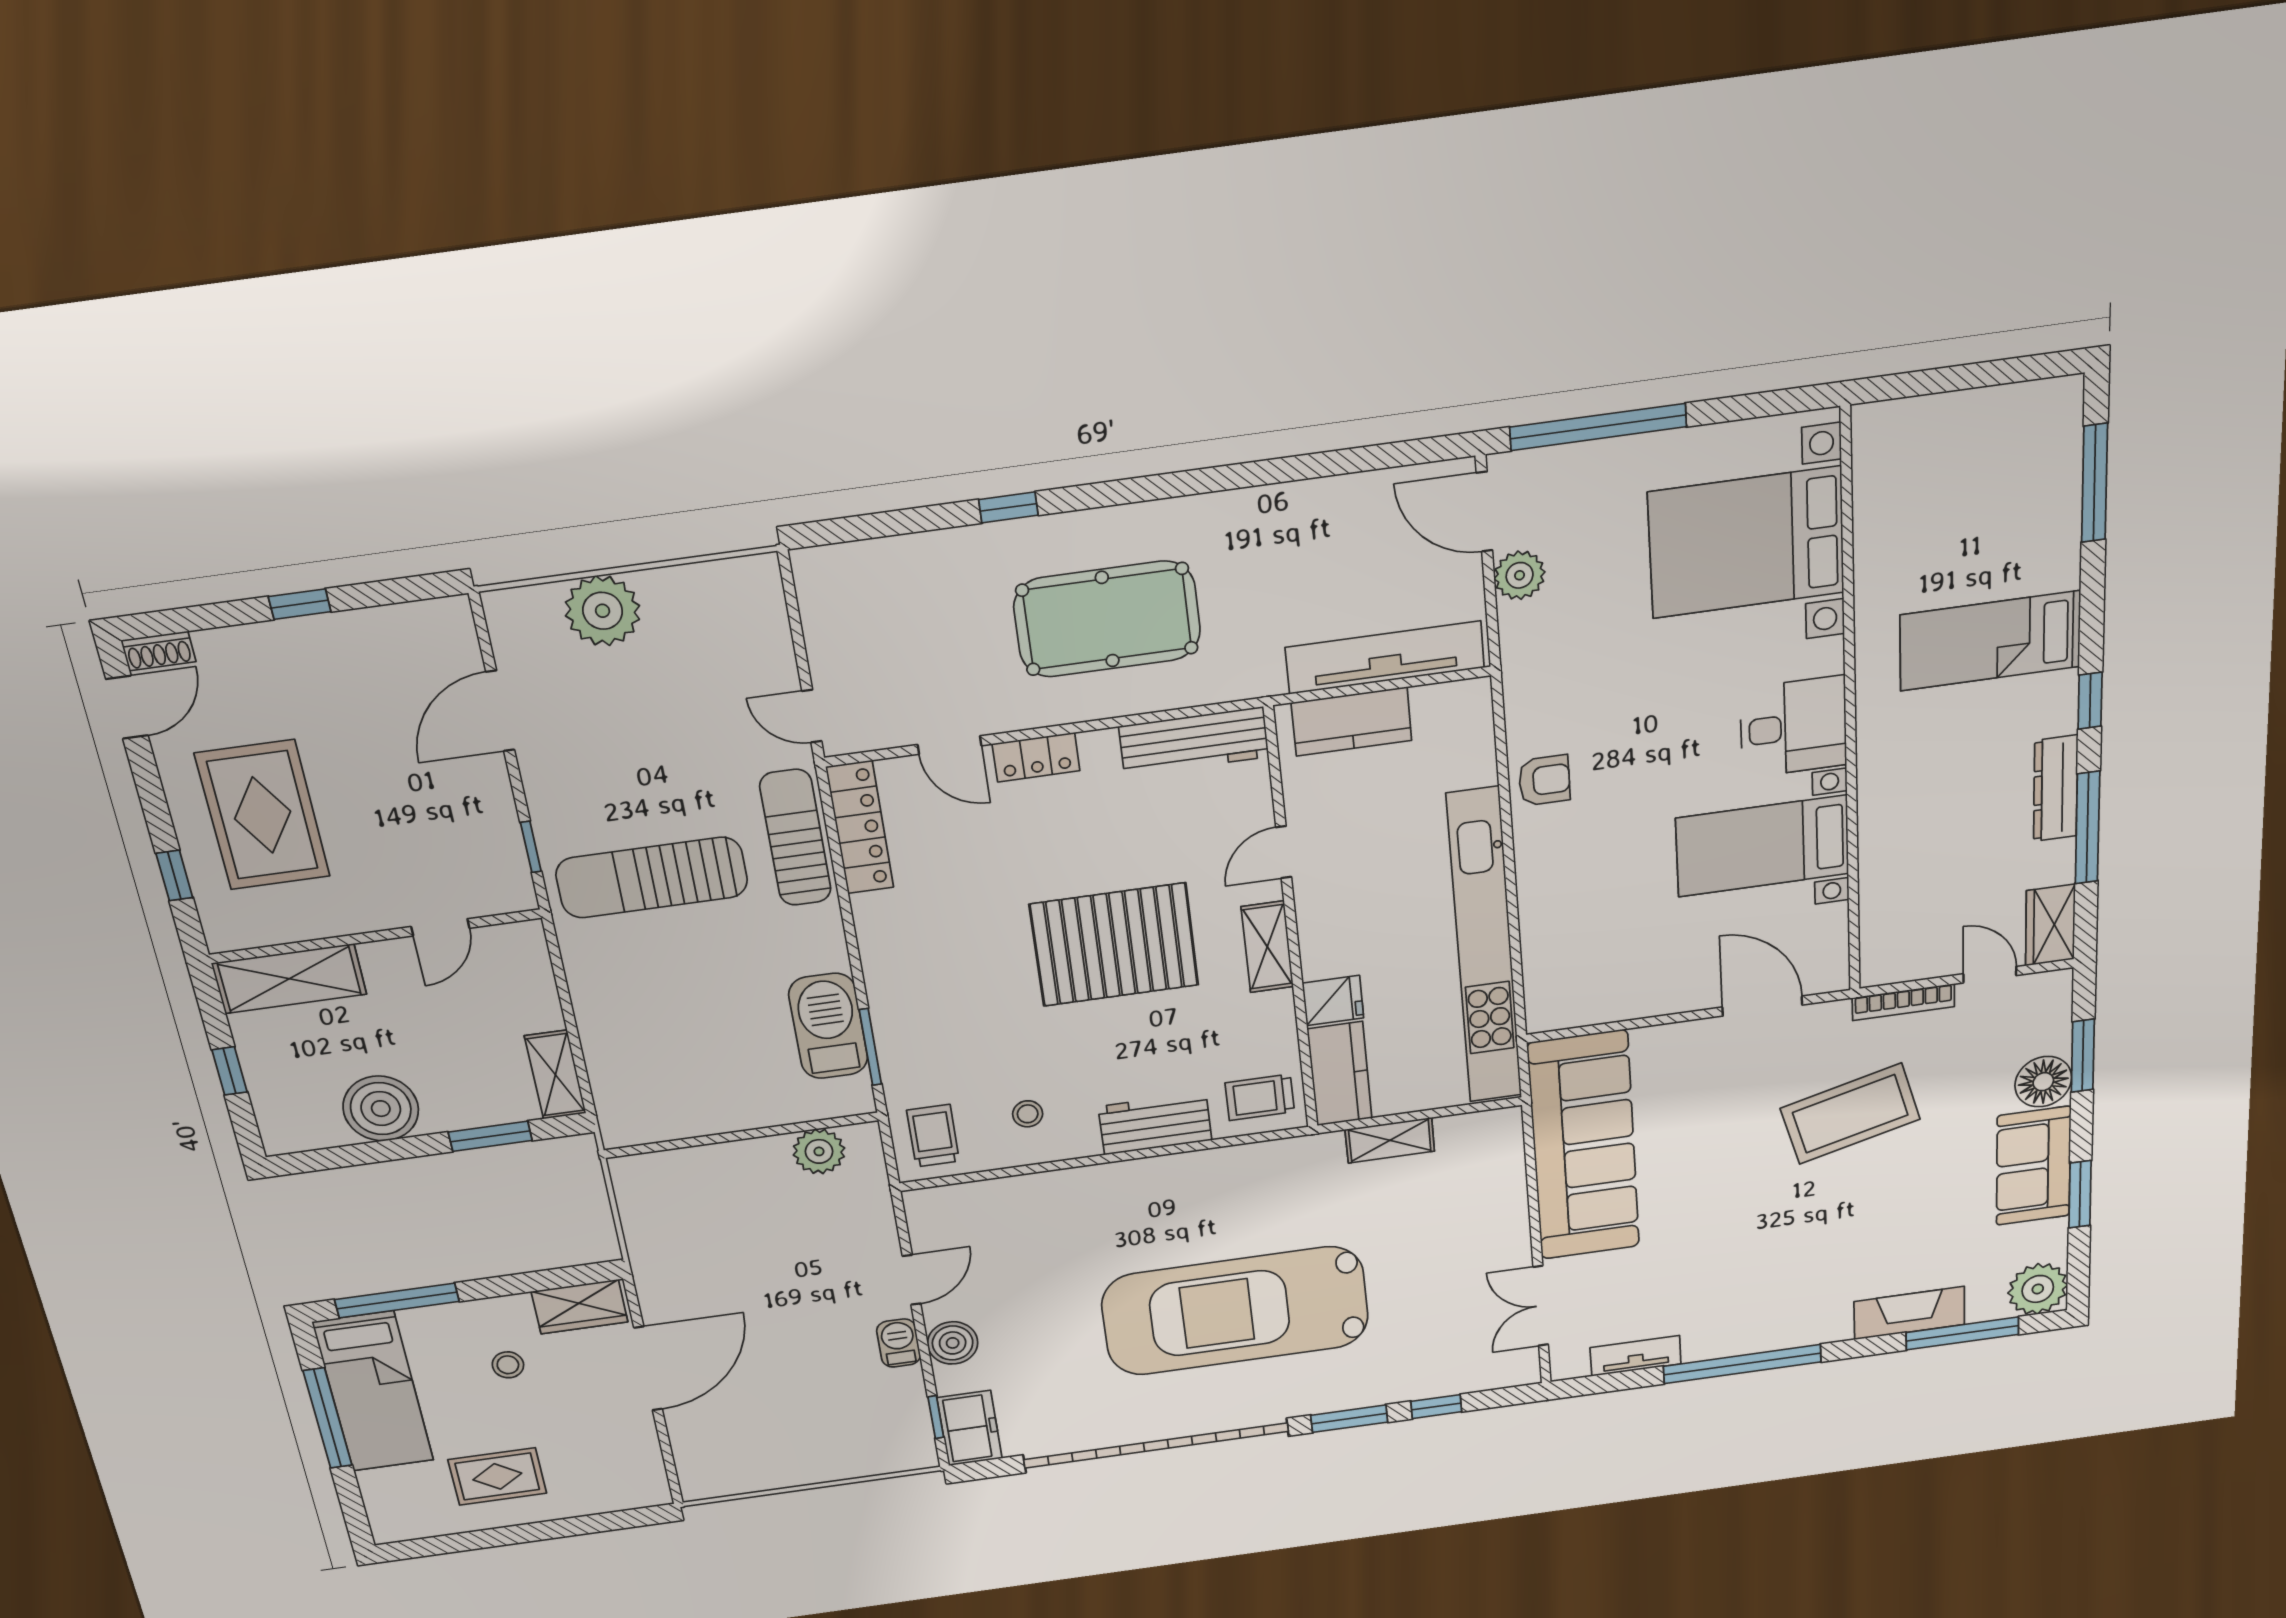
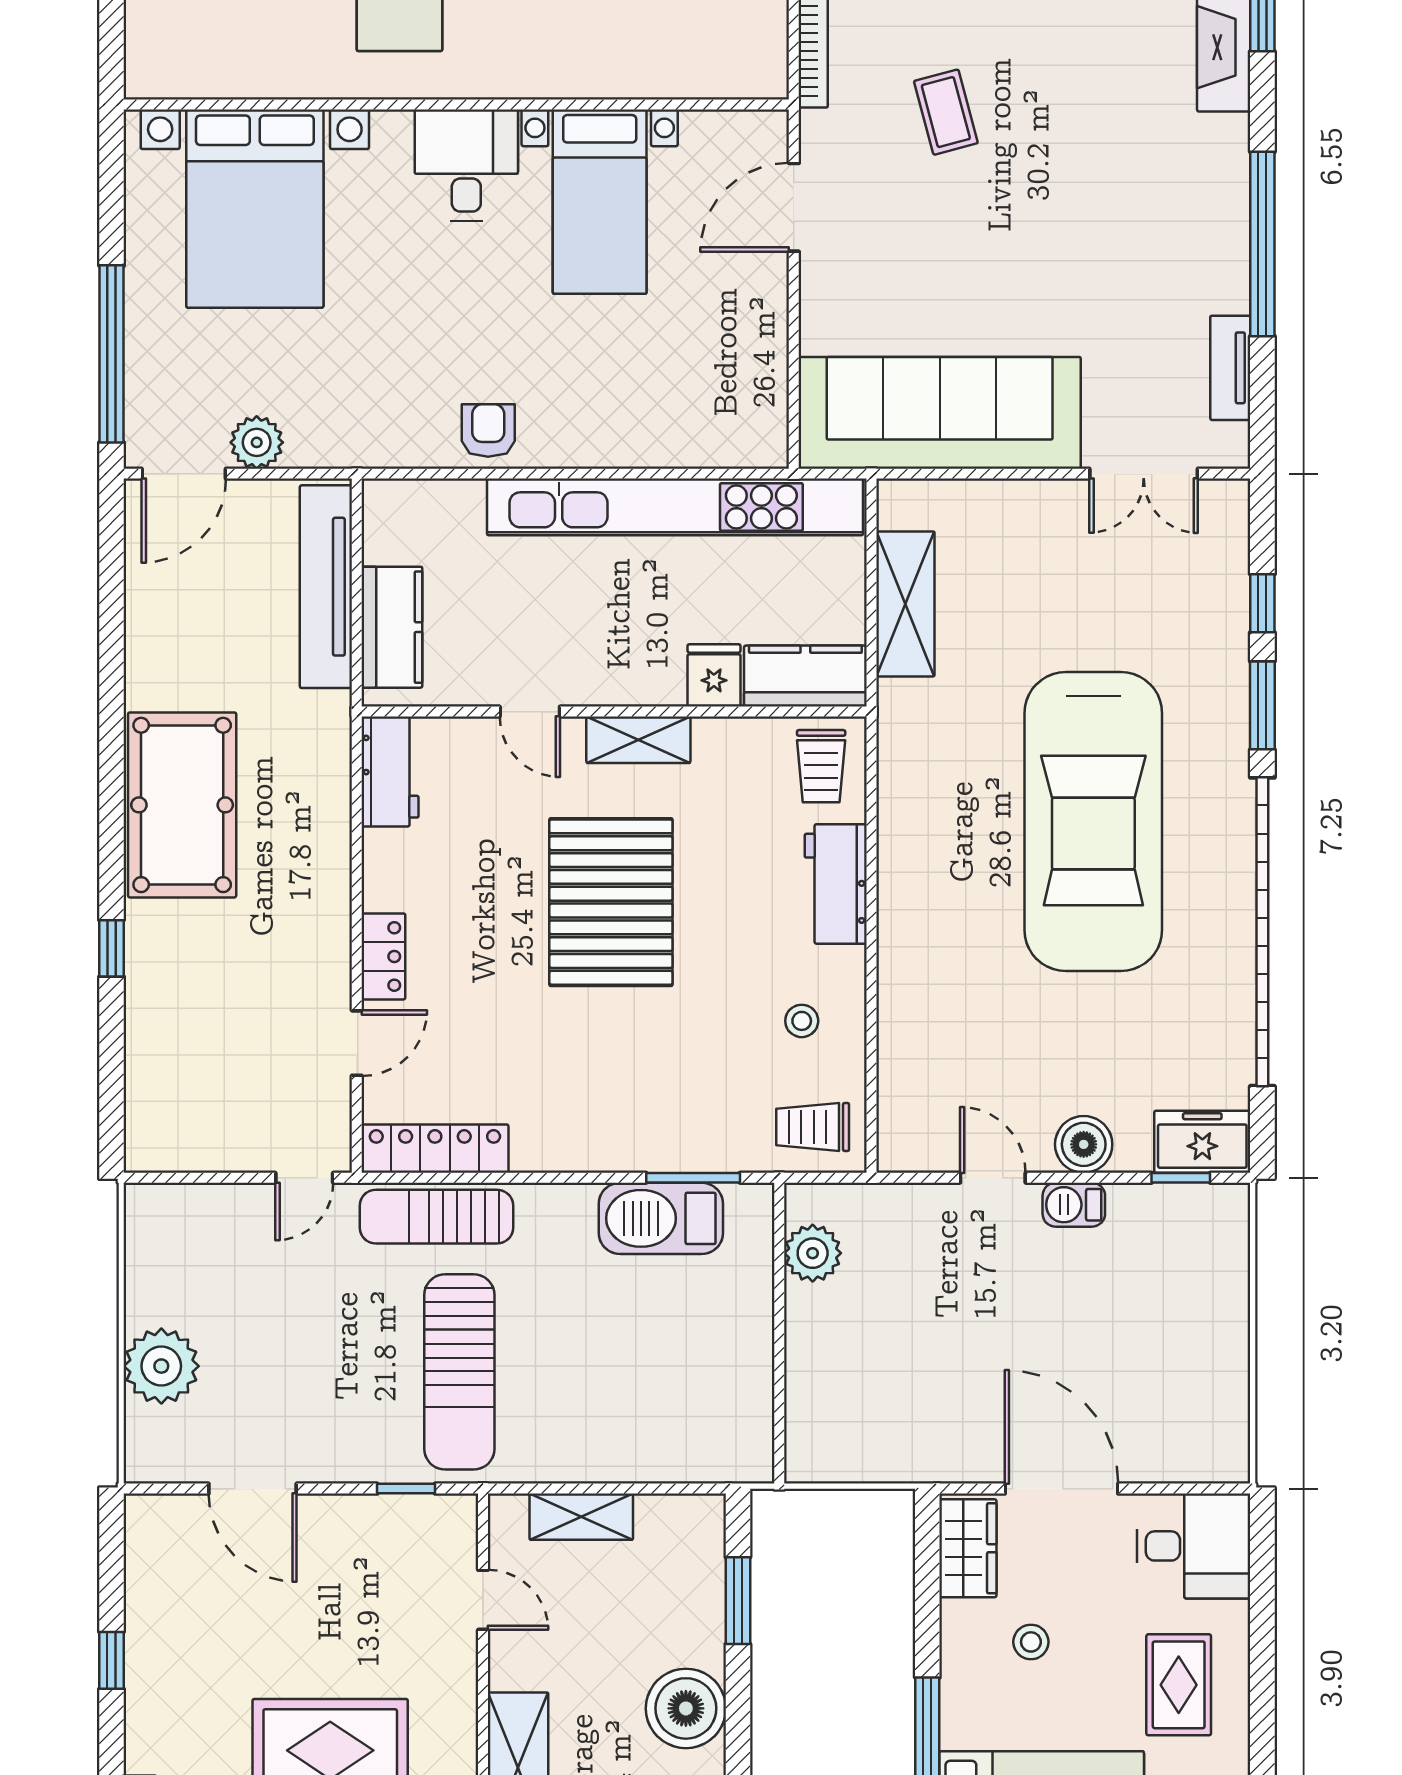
pool table: (1107, 619) -> (182, 805), moved
workbench: (1194, 742) -> (390, 771), width x0.73
shelving: (555, 1075) -> (581, 1517), moved
coffee table: (1850, 1114) -> (946, 112), width x0.54, depth x0.58
shelving: (1390, 1140) -> (905, 604), width x1.50, depth x1.33
desk: (620, 1470) -> (1194, 1546), added

